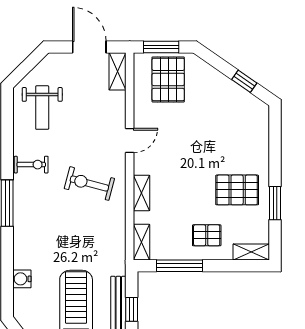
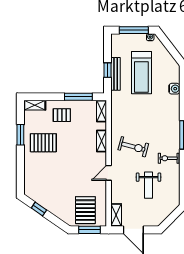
weight bench: (42, 108) -> (149, 185), moved, turned 180

